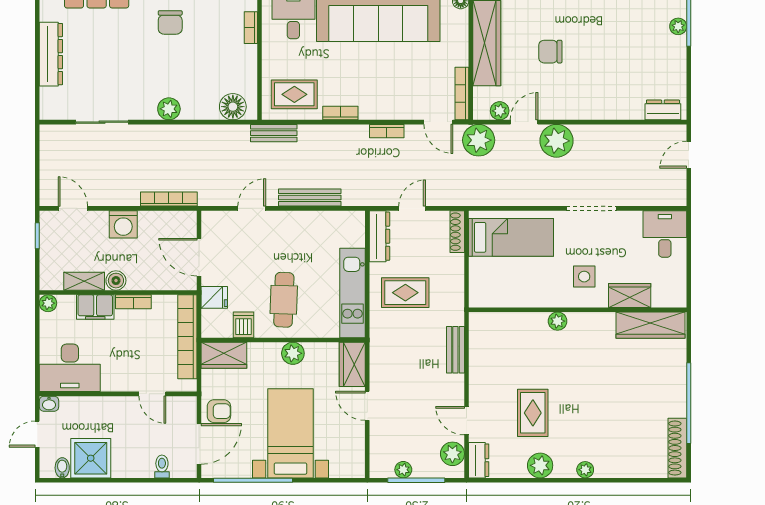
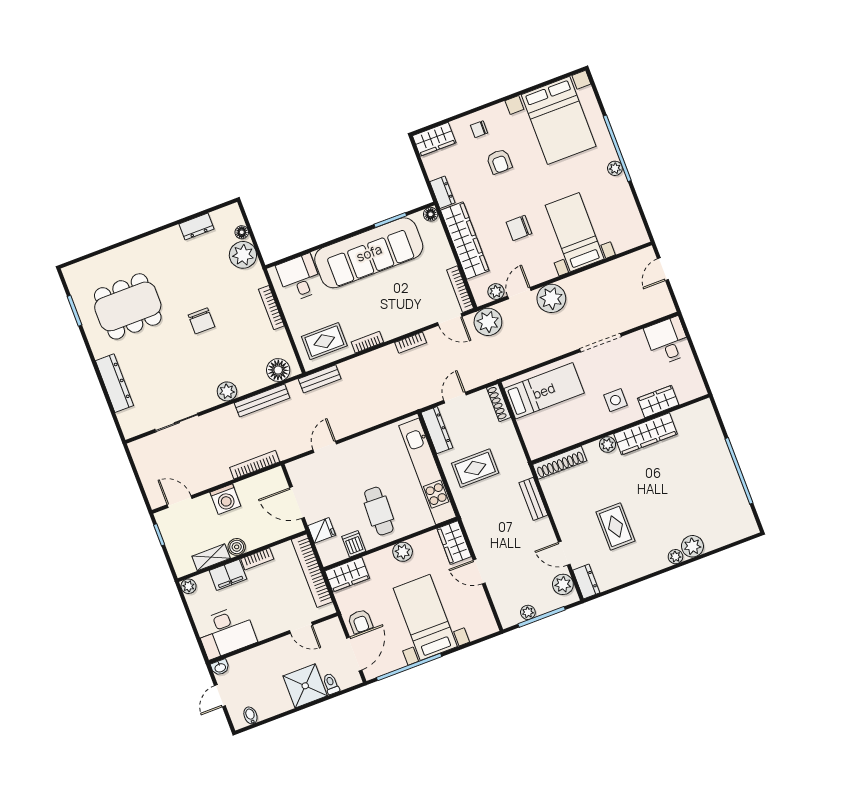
bookcase: (251, 28) -> (271, 308), width x1.56
bed with nightstands: (609, 79) -> (575, 232), added
dresser: (663, 110) -> (628, 241), removed
bench: (310, 198) -> (262, 401), moved
kitchen unit: (353, 293) -> (427, 471), width x1.36
wardrobe: (651, 325) -> (645, 434), moved
armchair: (219, 411) -> (360, 621), turned 90
shoe rack: (677, 448) -> (560, 463), moved, turned -90
shower: (91, 458) -> (305, 686), moved
plant: (540, 465) -> (692, 546), moved

